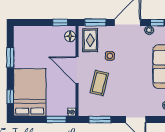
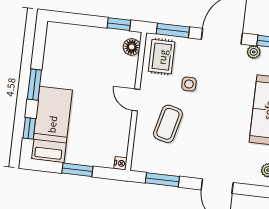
window: (10, 57) -> (34, 85), moved
door: (77, 70) -> (136, 100), width x0.53
bed: (30, 92) -> (52, 124), width x0.67
window: (56, 119) -> (77, 170), moved

